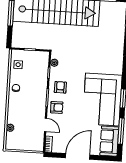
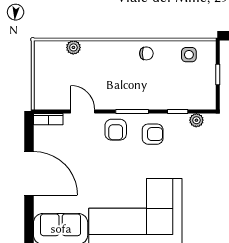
door: (46, 125) -> (83, 111), swing flipped

